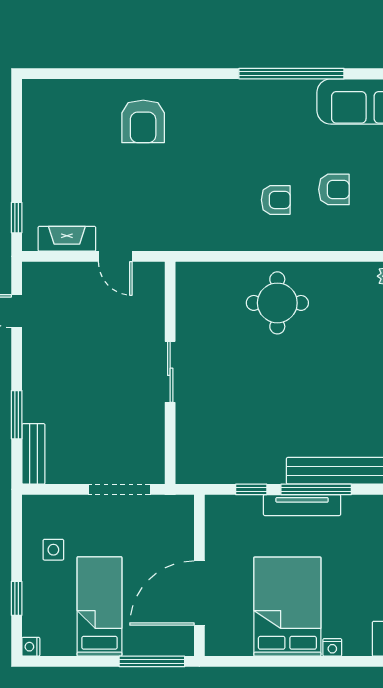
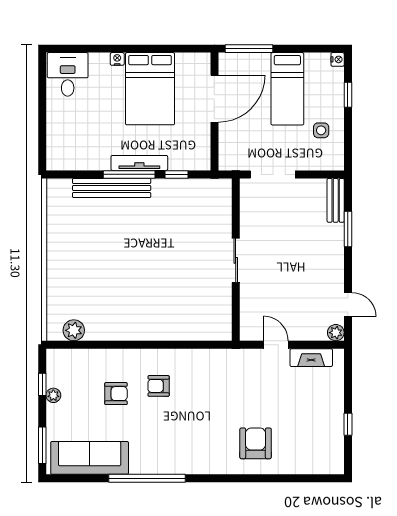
armchair: (334, 189) -> (116, 394), turned 180
window: (17, 218) -> (348, 424), moved
plant: (33, 273) -> (336, 333), added
round table: (277, 303) -> (157, 311), removed

